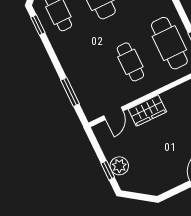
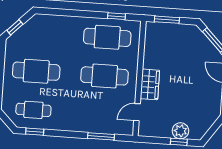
cafe table: (130, 62) -> (104, 76), width x1.37, depth x1.35
door: (113, 113) -> (137, 112), swing flipped

